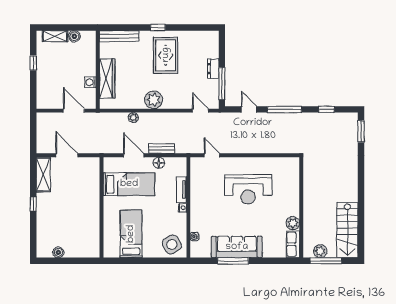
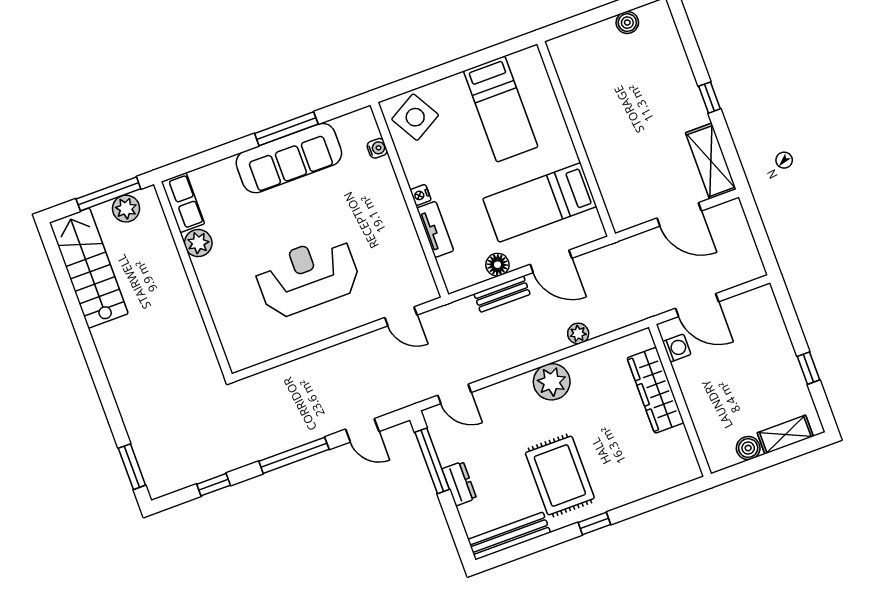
bench: (119, 36) -> (509, 536), moved
washing machine: (90, 82) -> (677, 348), moved

